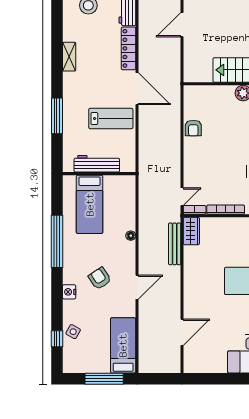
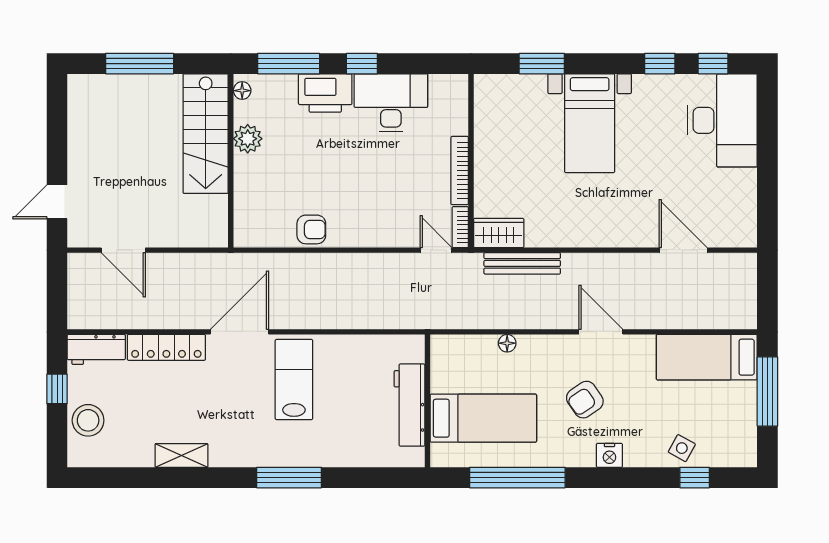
workbench: (97, 164) -> (410, 405), moved
wall: (99, 174) -> (428, 401), moved
bed: (90, 204) -> (483, 418), moved

